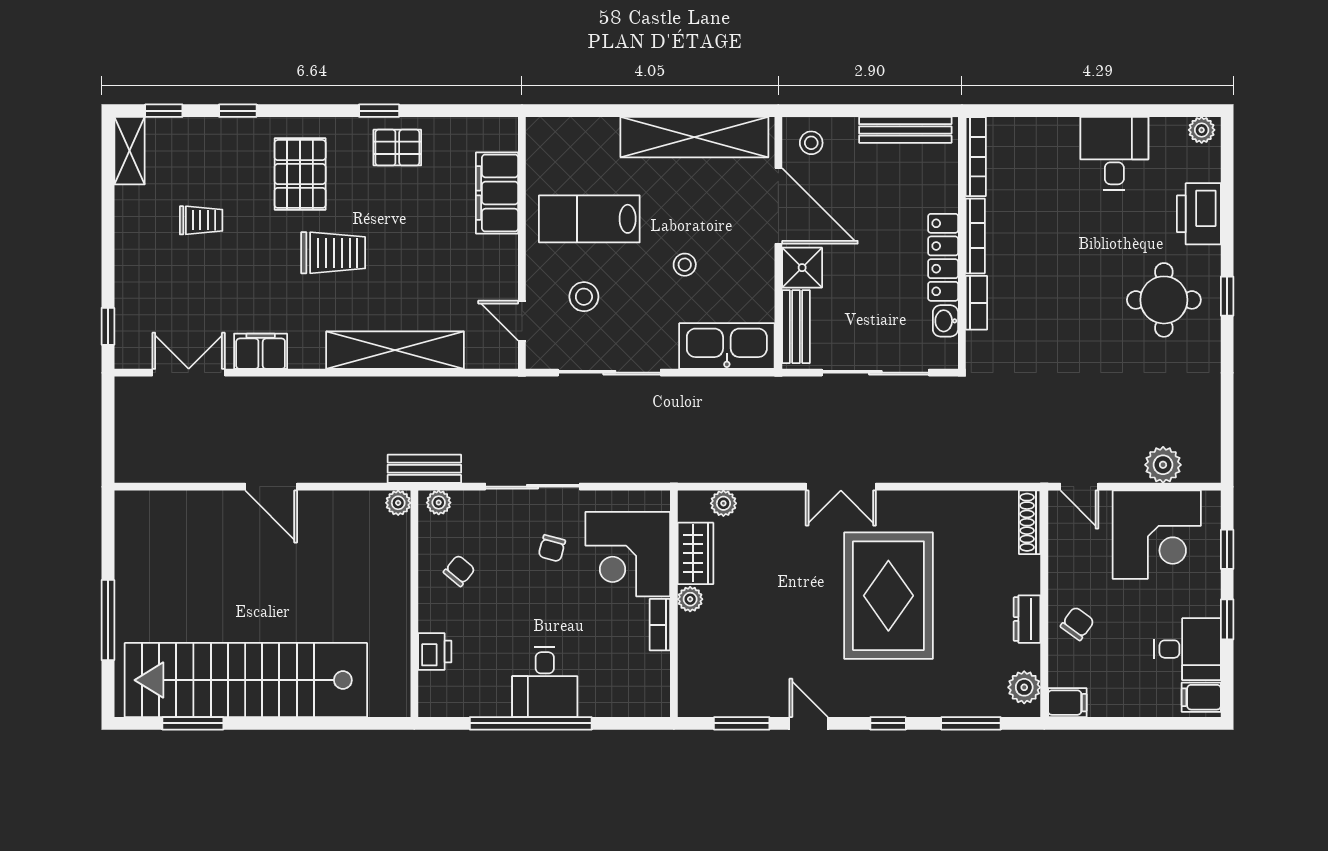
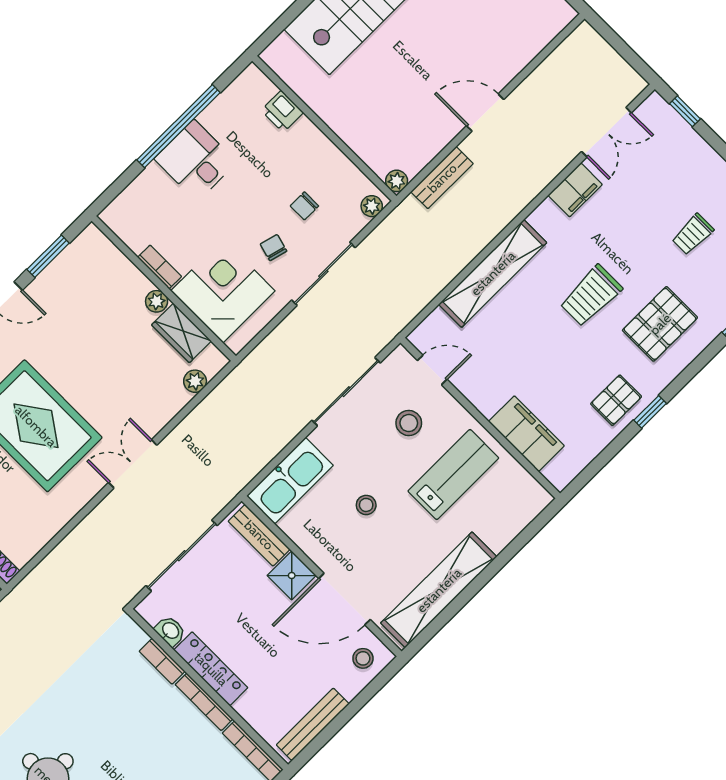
pallet: (300, 174) -> (660, 324), turned 90
bench: (424, 469) -> (442, 178), moved
chair: (459, 571) -> (304, 206), moved, turned 50

